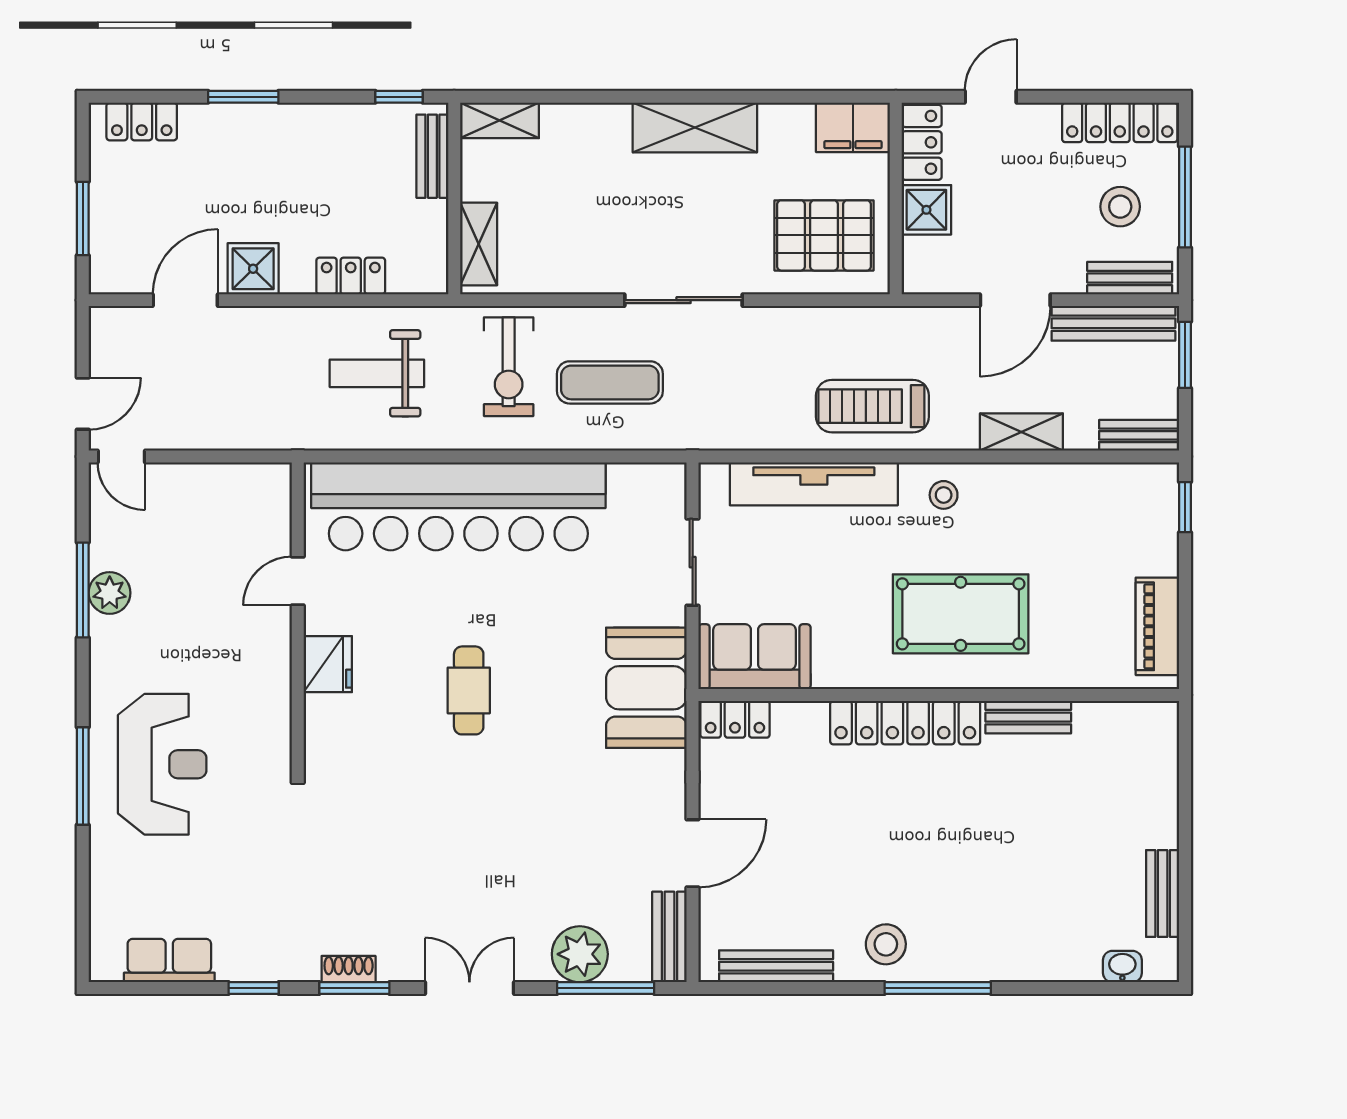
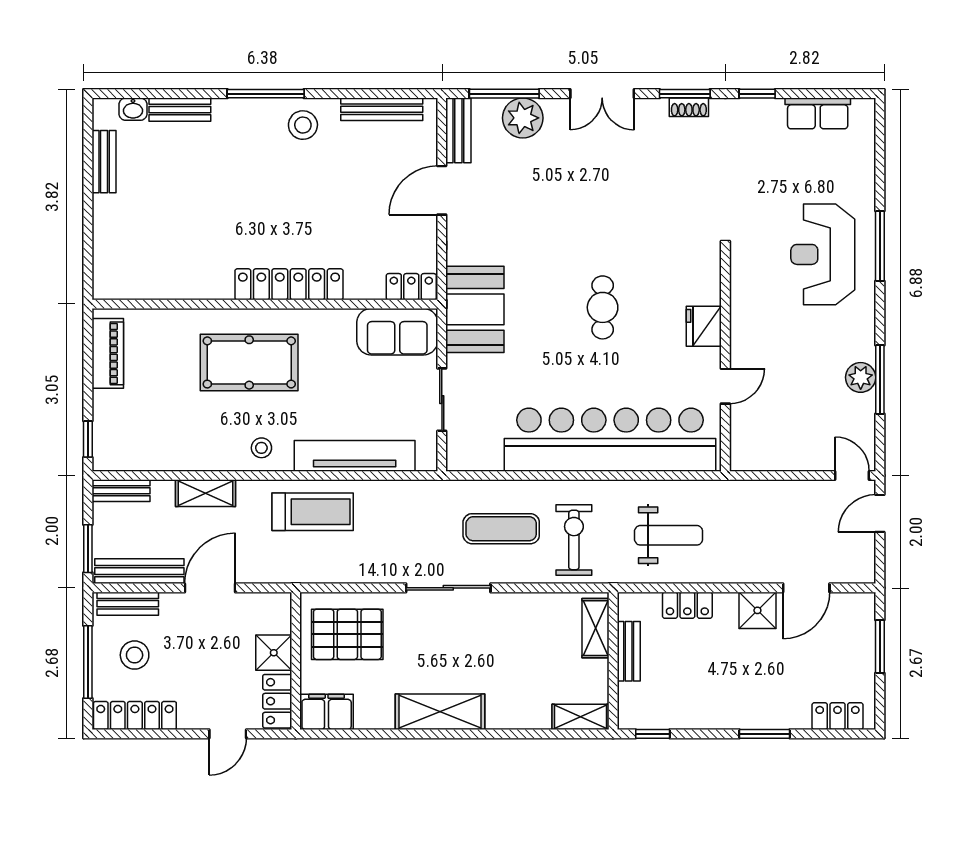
bench: (432, 156) -> (629, 651), moved
bench: (1028, 717) -> (180, 110), moved

